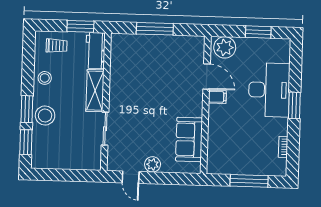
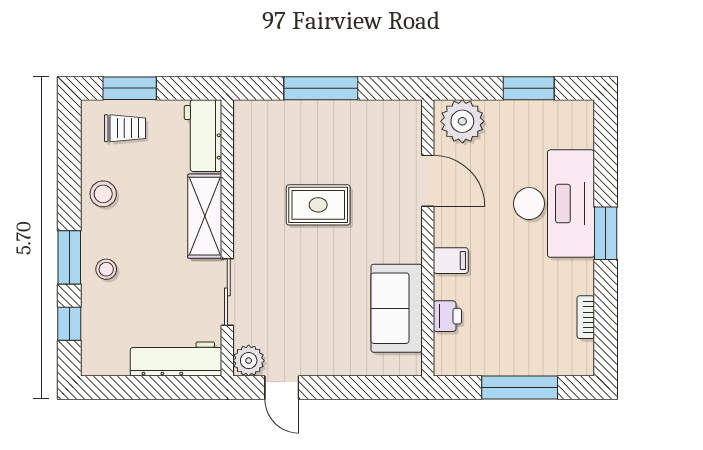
window: (80, 26) -> (130, 88), moved
rug: (152, 87) -> (318, 205), added
filing cabinet: (217, 97) -> (451, 261), moved
stool: (45, 116) -> (106, 269), width x0.53, depth x0.53
window: (26, 142) -> (69, 324), width x0.67
printer: (214, 144) -> (447, 316), added
workbench: (78, 161) -> (176, 359), added
plant: (153, 164) -> (249, 361), moved

